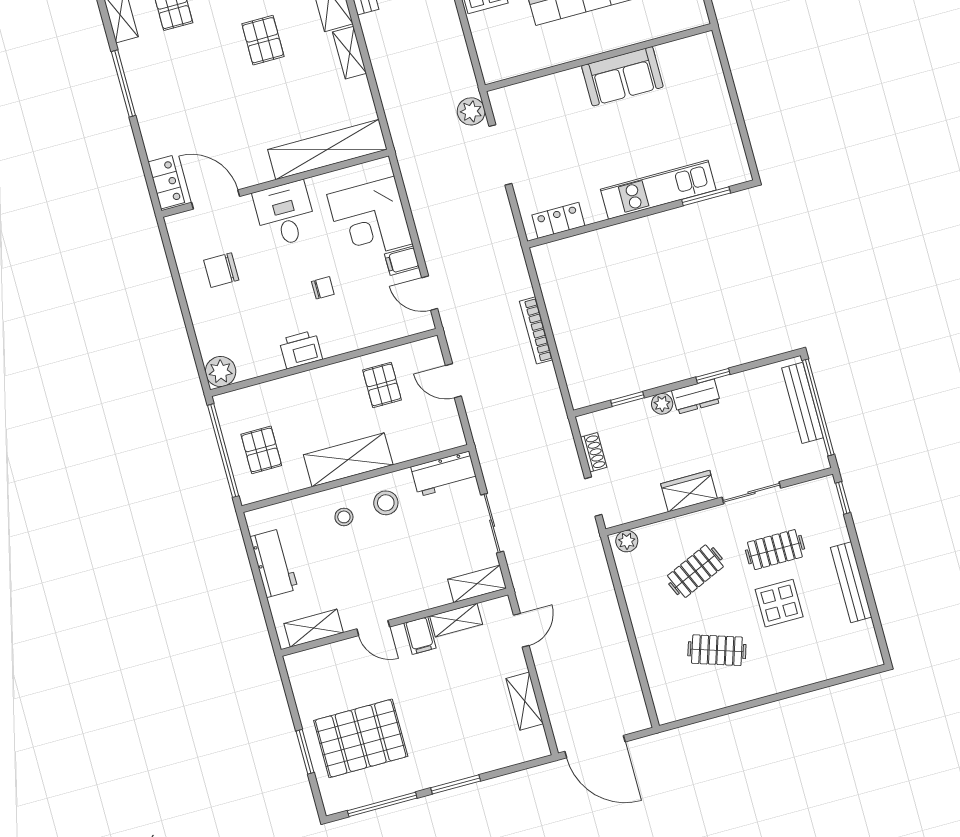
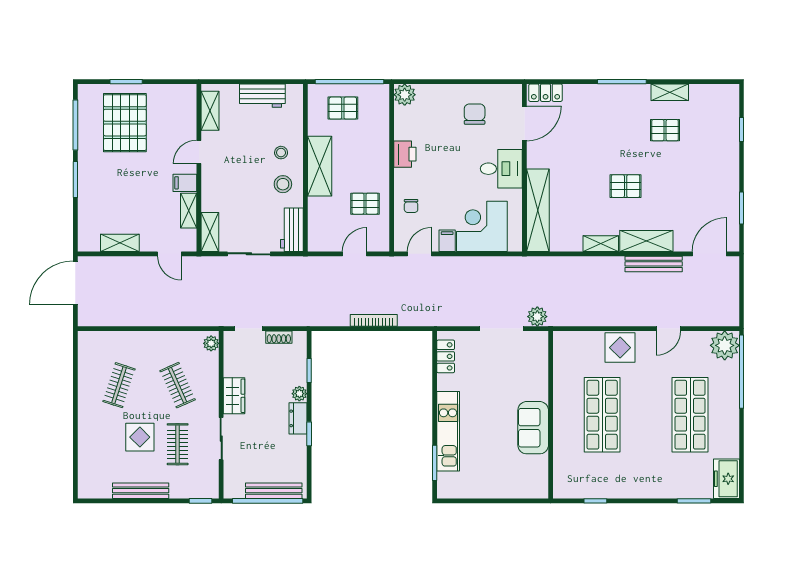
chair: (323, 288) -> (411, 206), moved

